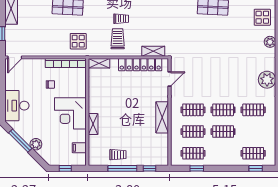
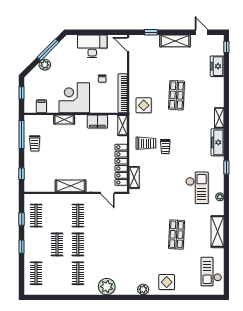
filing cabinet: (95, 89) -> (97, 122), added
desk: (17, 106) -> (92, 46), moved
clothes rail: (193, 132) -> (57, 215), removed
window: (122, 168) -> (22, 135), moved
window: (256, 168) -> (22, 247), moved

